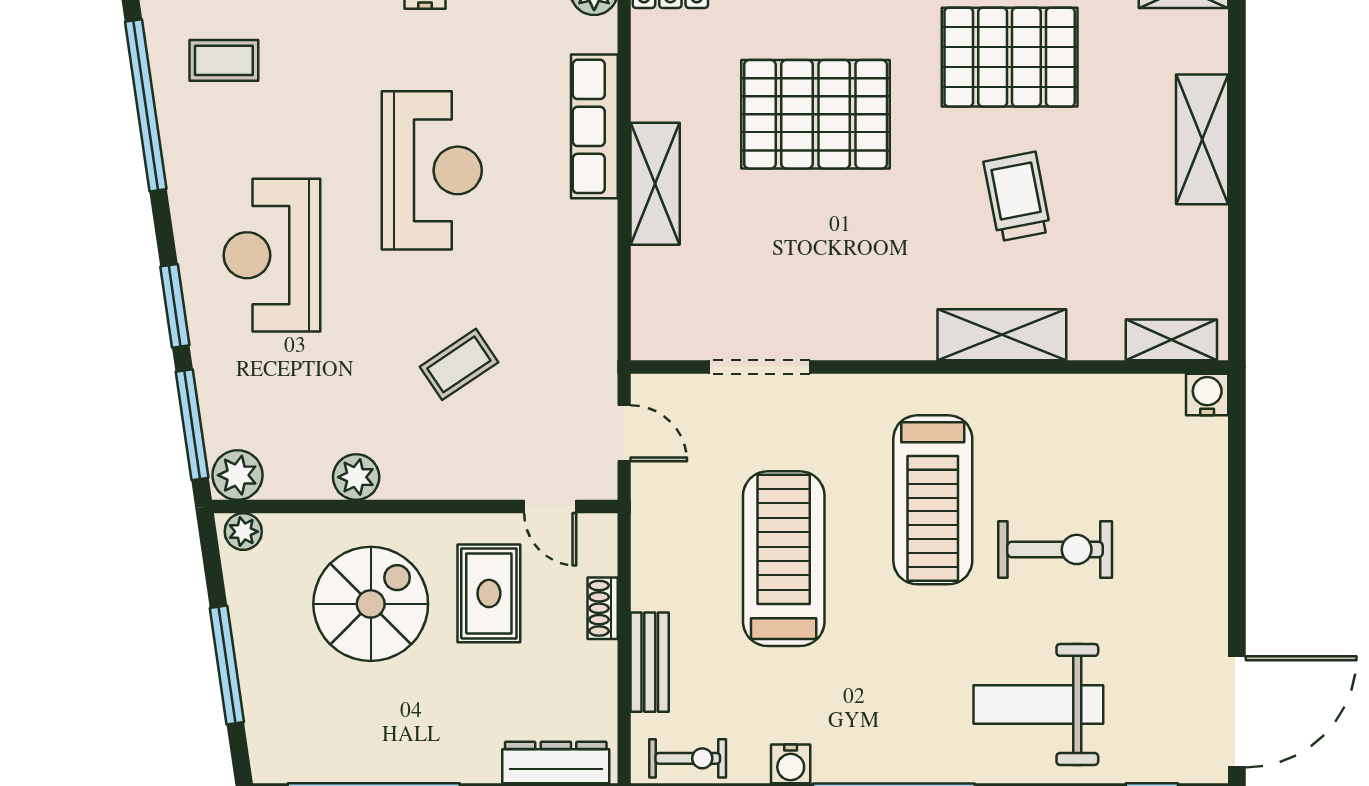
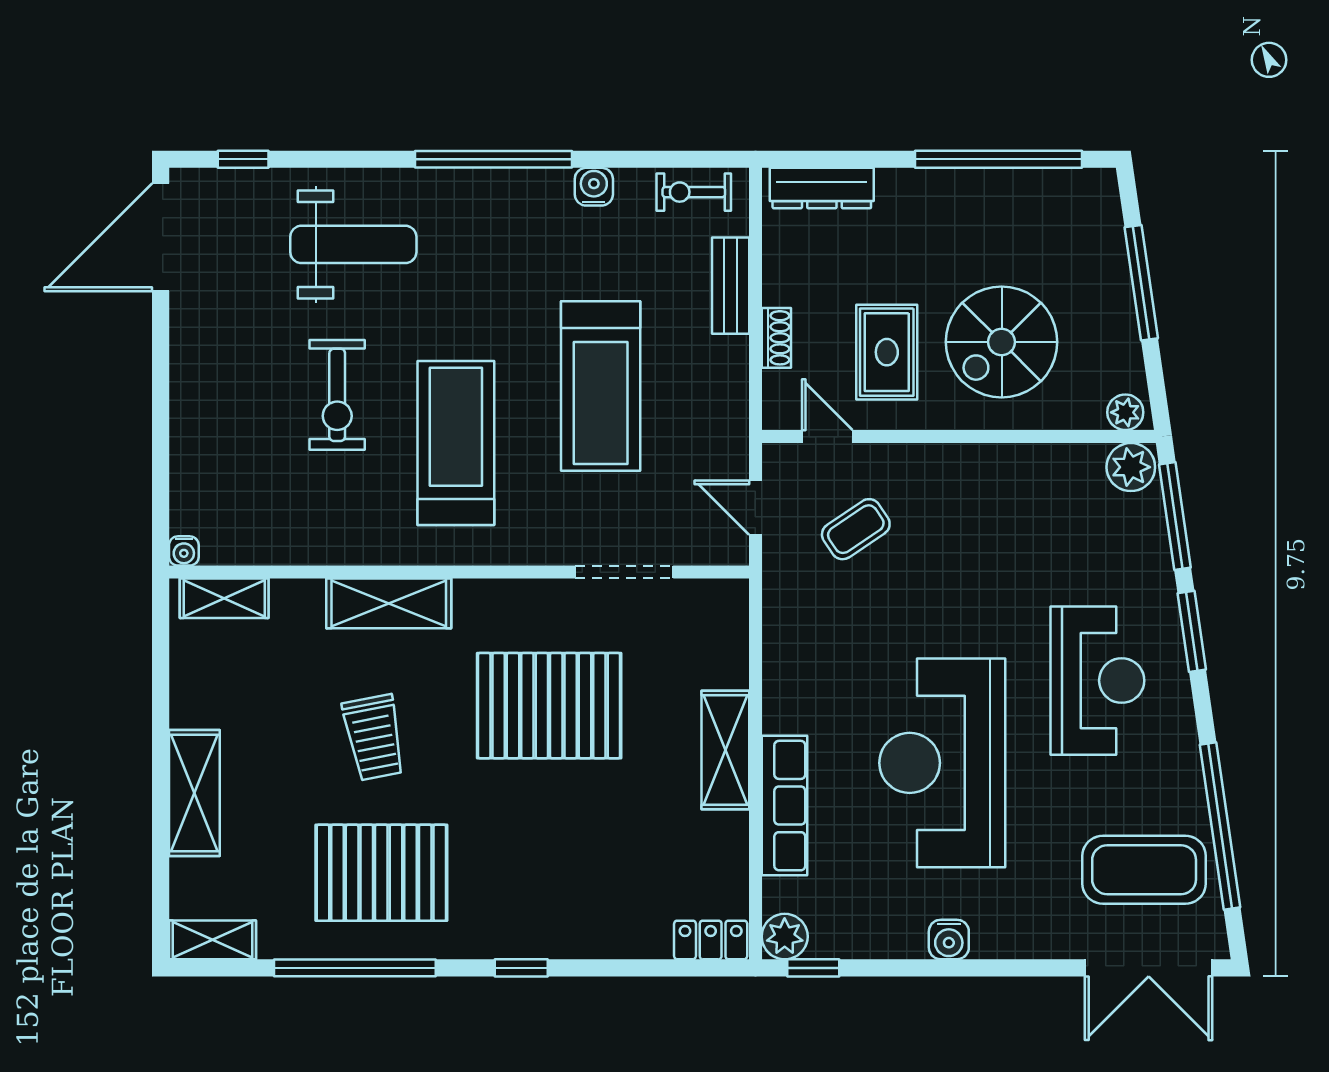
coffee table: (224, 60) -> (1144, 870), width x1.86, depth x1.72
pallet: (816, 114) -> (549, 706), moved
reception desk: (432, 170) -> (942, 763), width x1.36, depth x1.30
coffee table: (459, 364) -> (856, 529), moved
water cooler: (1207, 394) -> (184, 551), width x0.72, depth x0.72
plant: (356, 477) -> (1016, 465), removed
exercise bike: (1055, 549) -> (337, 395), turned -90

